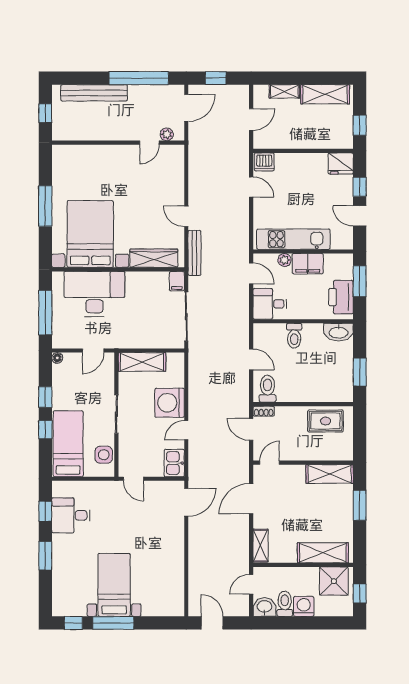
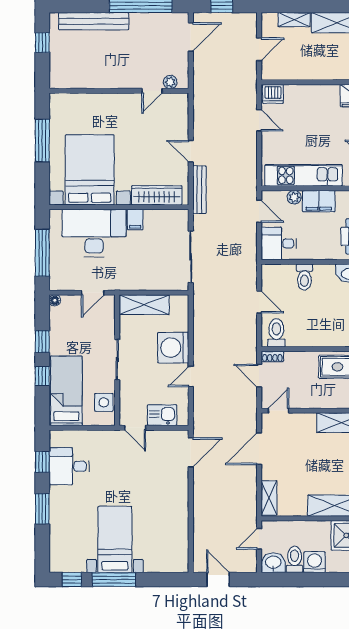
plant: (167, 134) -> (170, 82), moved
wall: (118, 143) -> (119, 91), moved
door: (149, 143) -> (152, 91), moved
filing cabinet: (177, 281) -> (135, 219), moved
kitchen sink: (174, 463) -> (162, 415), moved, turned 90

